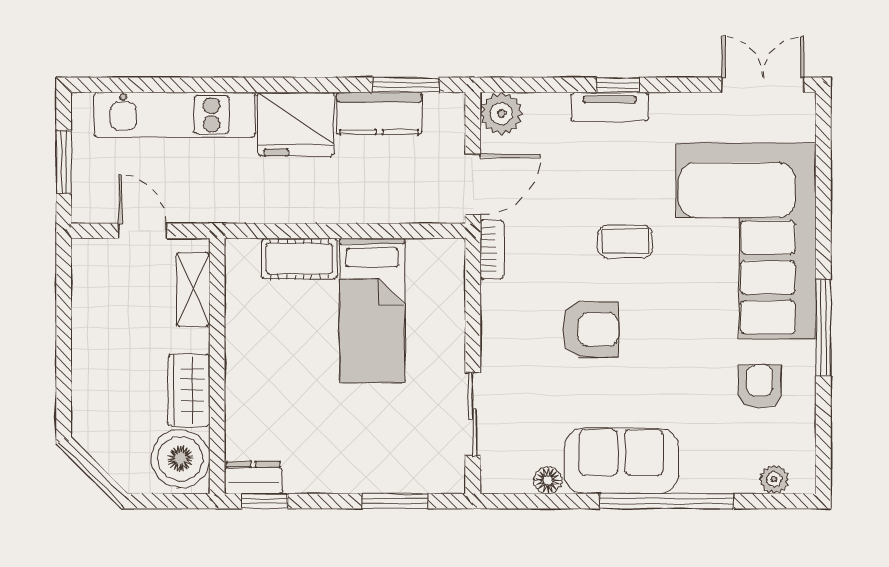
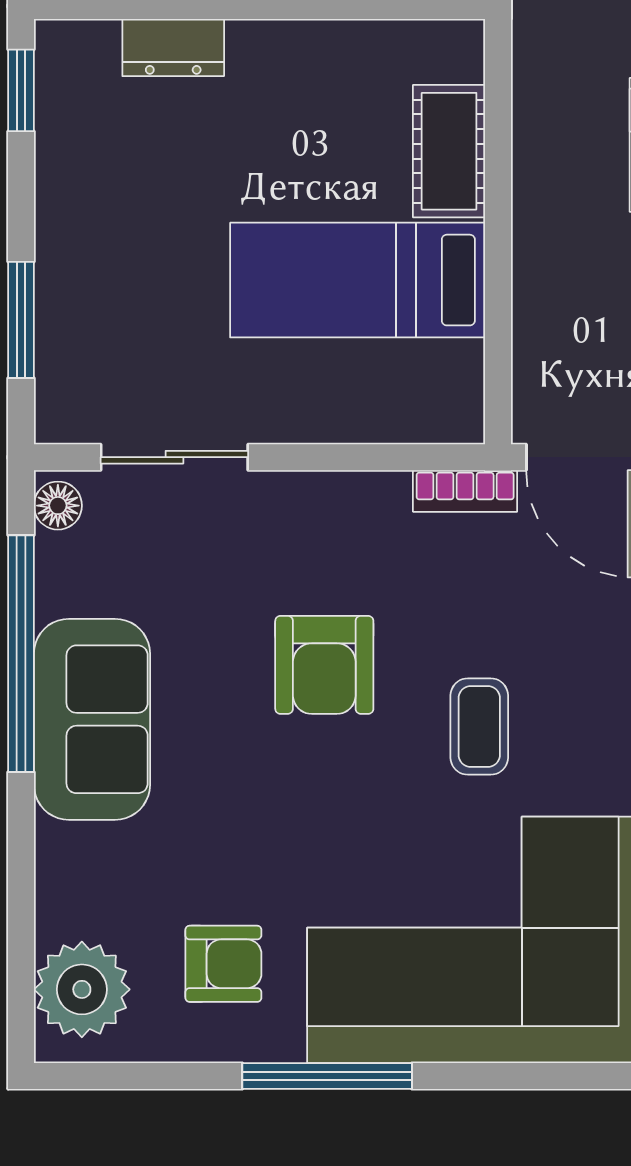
dresser: (253, 478) -> (173, 48), moved, turned 90
plant: (774, 479) -> (82, 989), width x1.88, depth x1.88
floor lamp: (548, 480) -> (58, 506), moved
window: (667, 501) -> (21, 654), moved

